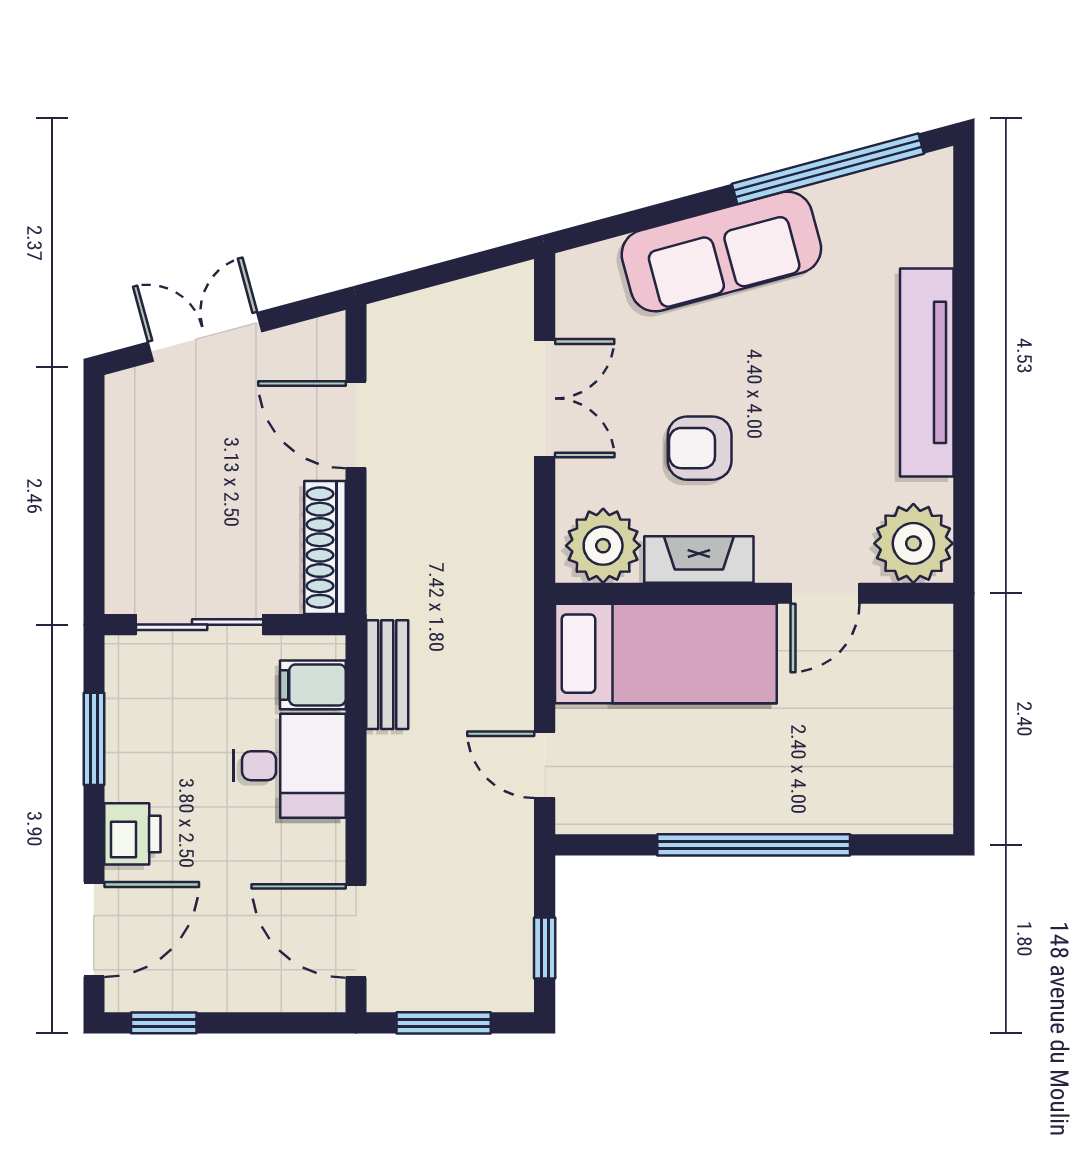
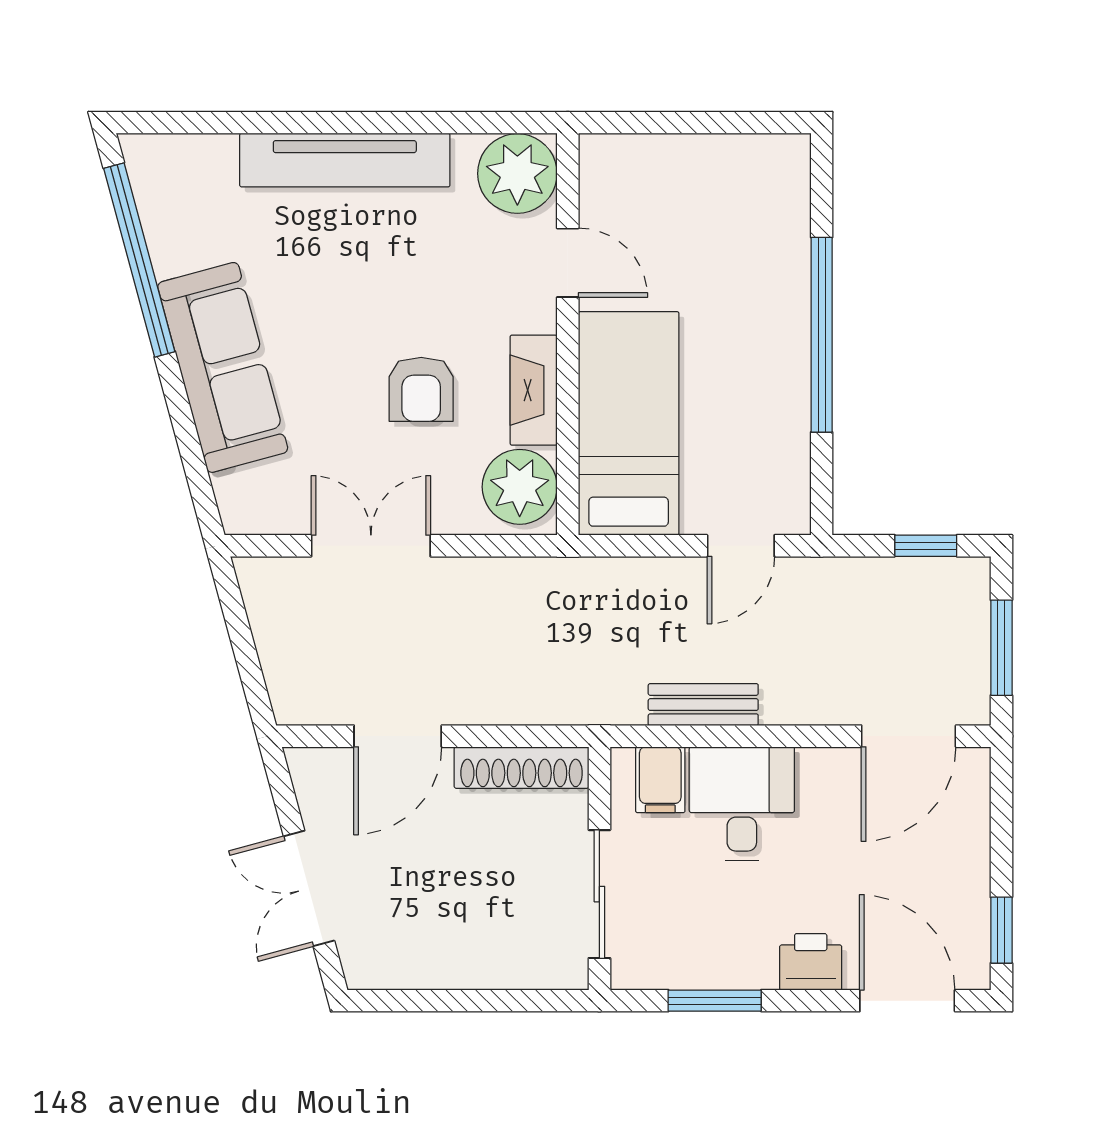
bench: (387, 675) -> (703, 705), moved

